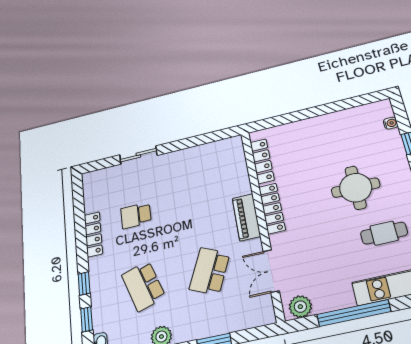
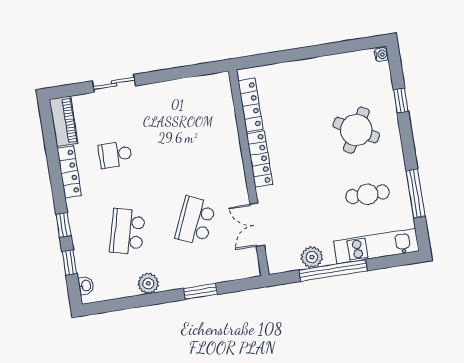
water cooler: (391, 123) -> (381, 55), moved
round table: (356, 188) -> (356, 130), moved, turned 30
piano: (246, 217) -> (64, 121), moved, turned 180
school desk: (143, 286) -> (127, 232), turned 33
plant: (300, 307) -> (312, 257), moved

